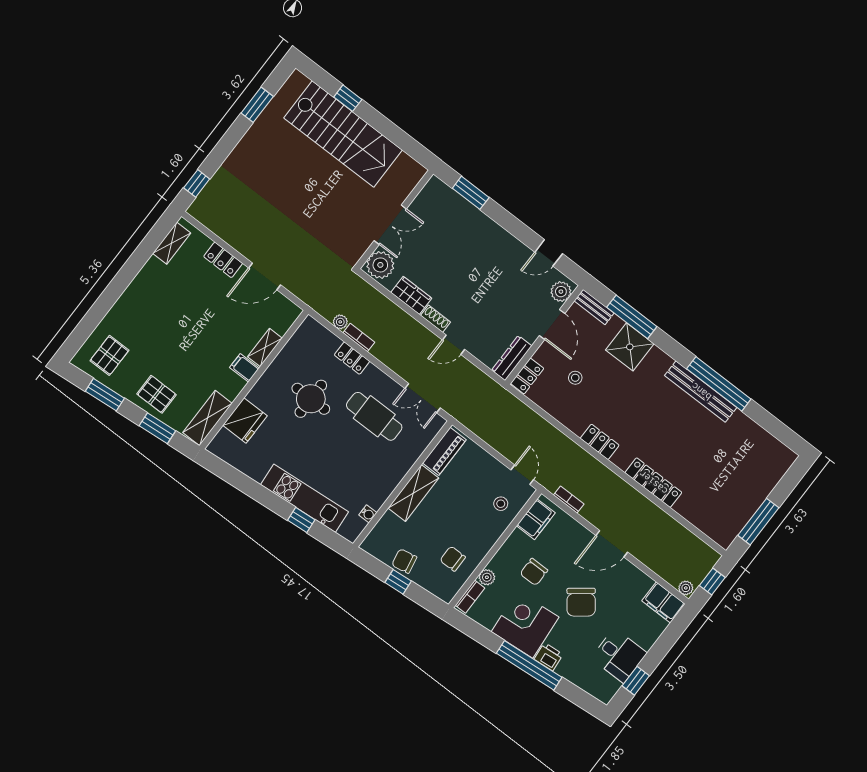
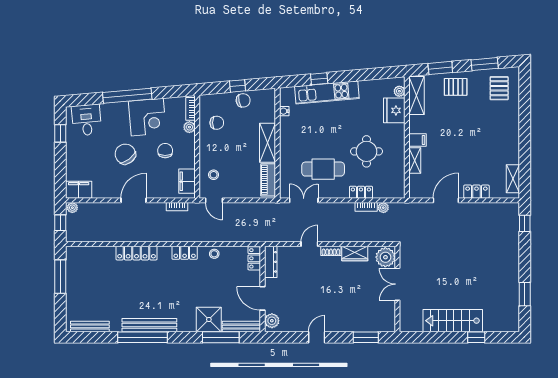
stairs: (343, 134) -> (453, 321), width x0.73, depth x0.66
door: (549, 253) -> (317, 337), moved
bench: (594, 307) -> (241, 327), width x1.36
stool: (575, 378) -> (214, 254), moved
plant: (223, 437) -> (399, 91), added
bench: (768, 441) -> (90, 326), added
desk: (619, 656) -> (87, 120), moved, turned 85
printer: (549, 657) -> (120, 109), removed

